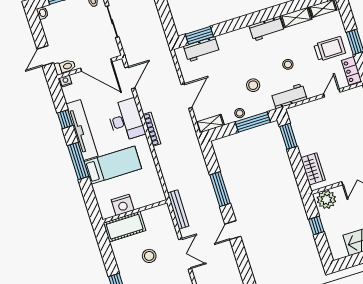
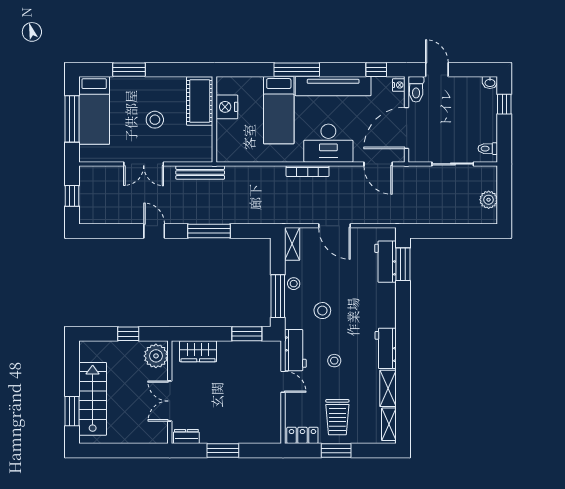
door: (332, 93) -> (283, 382), moved
window: (65, 119) -> (376, 70), moved

